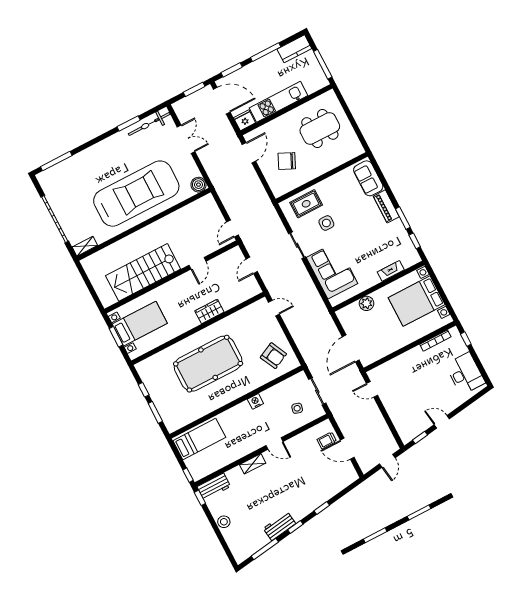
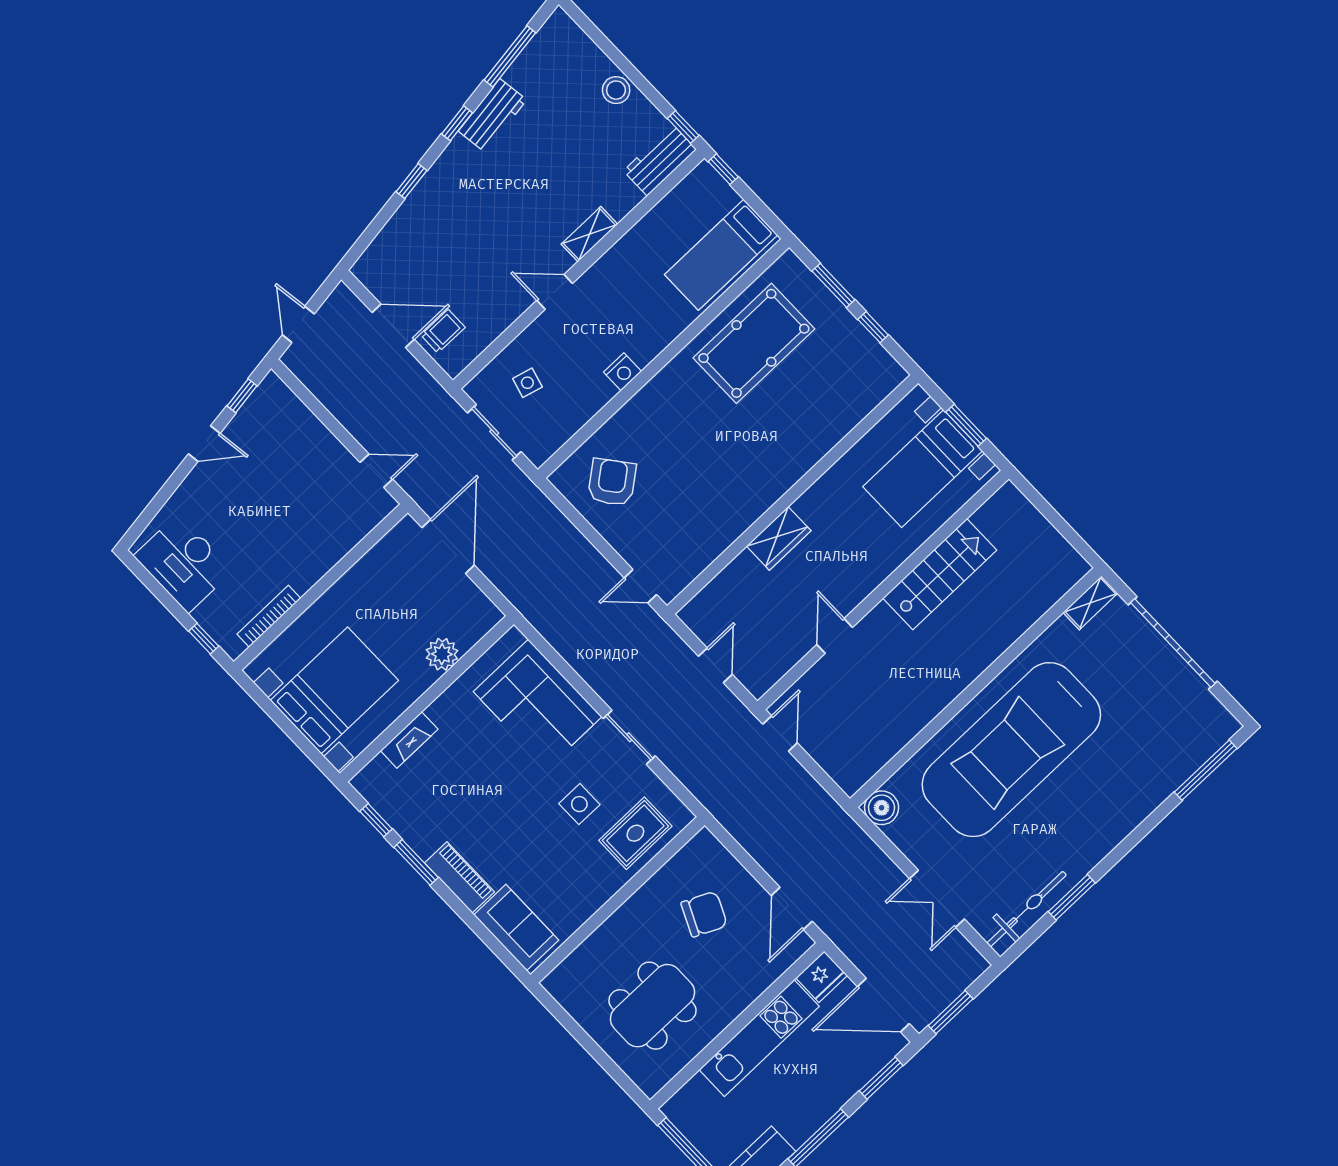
stairs: (143, 272) -> (940, 574), width x0.73, depth x0.66
armchair: (273, 356) -> (612, 482), turned 78
pool table: (208, 364) -> (754, 343), moved, width x0.73, depth x0.76

